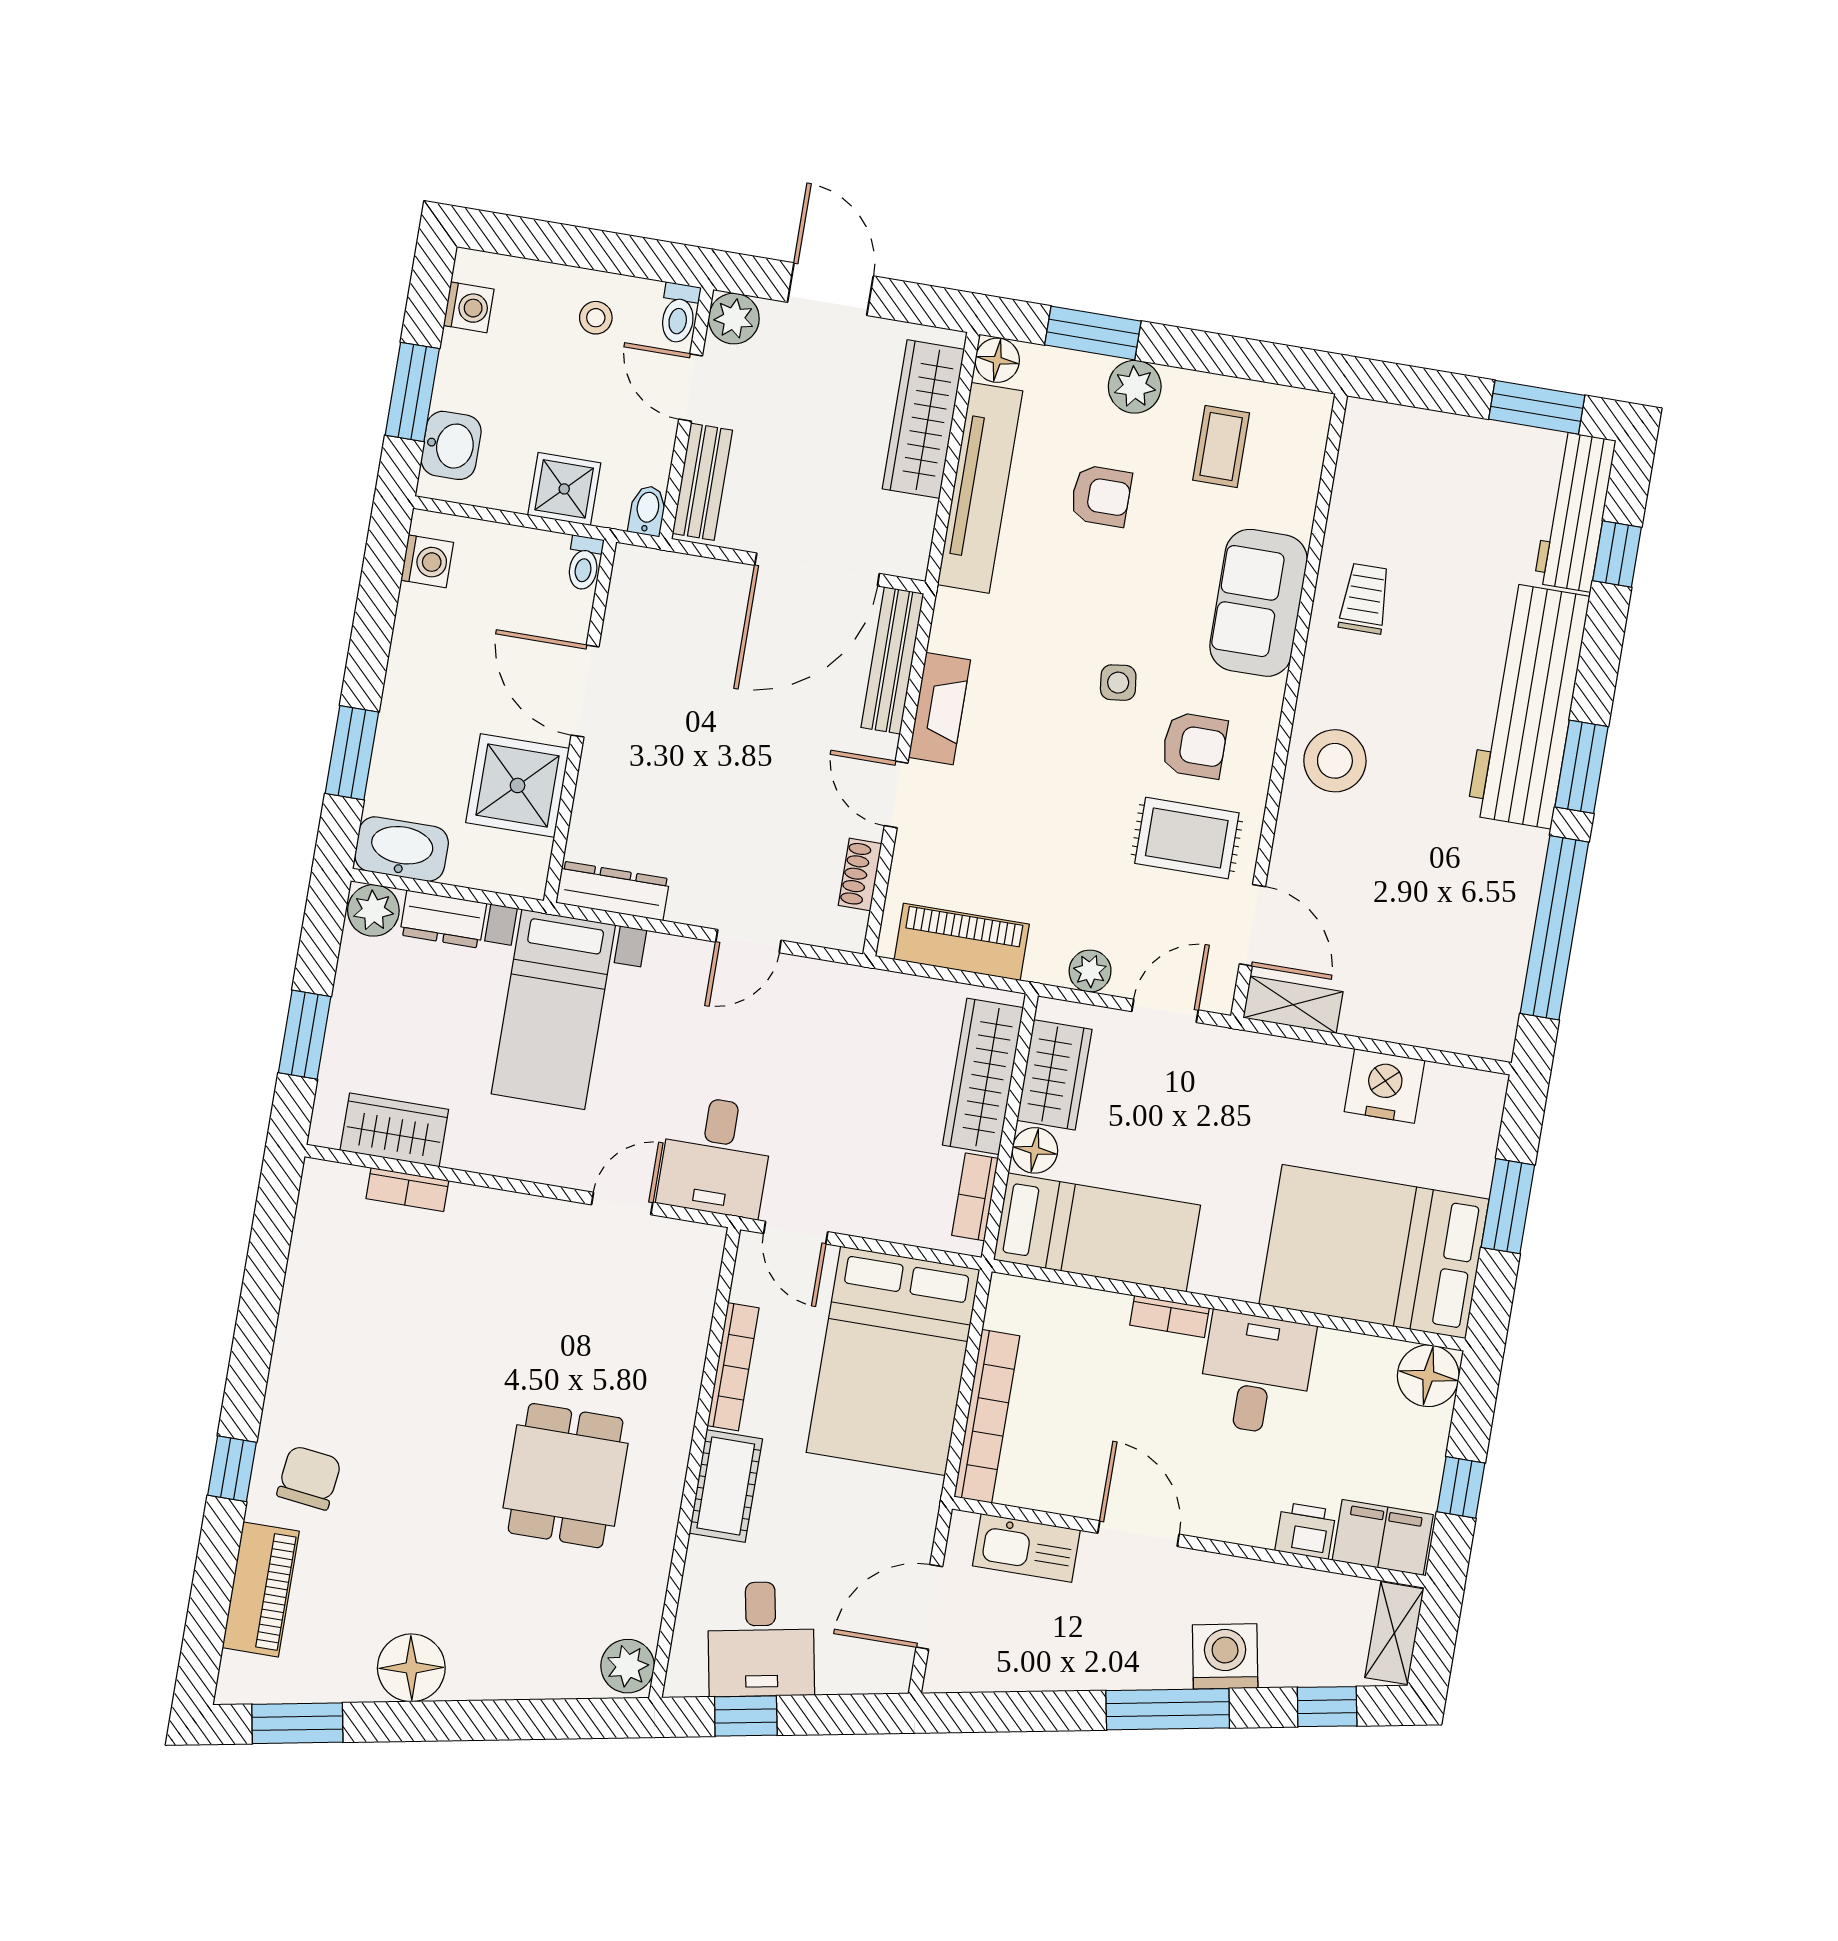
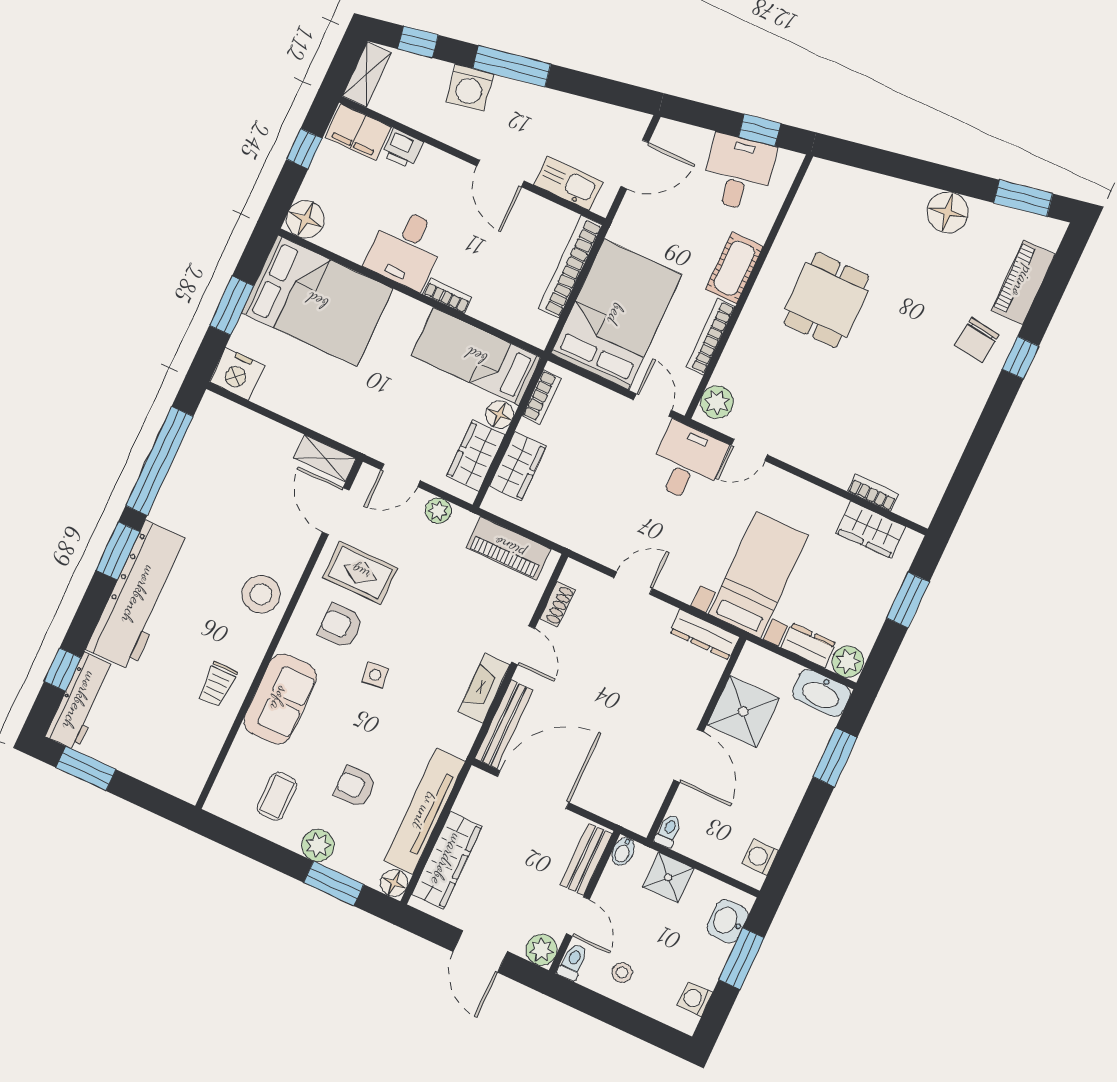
wardrobe: (983, 1076) -> (518, 466), width x0.67
nightstand: (1385, 1086) -> (237, 374), moved
plant: (628, 1666) -> (717, 402), moved

